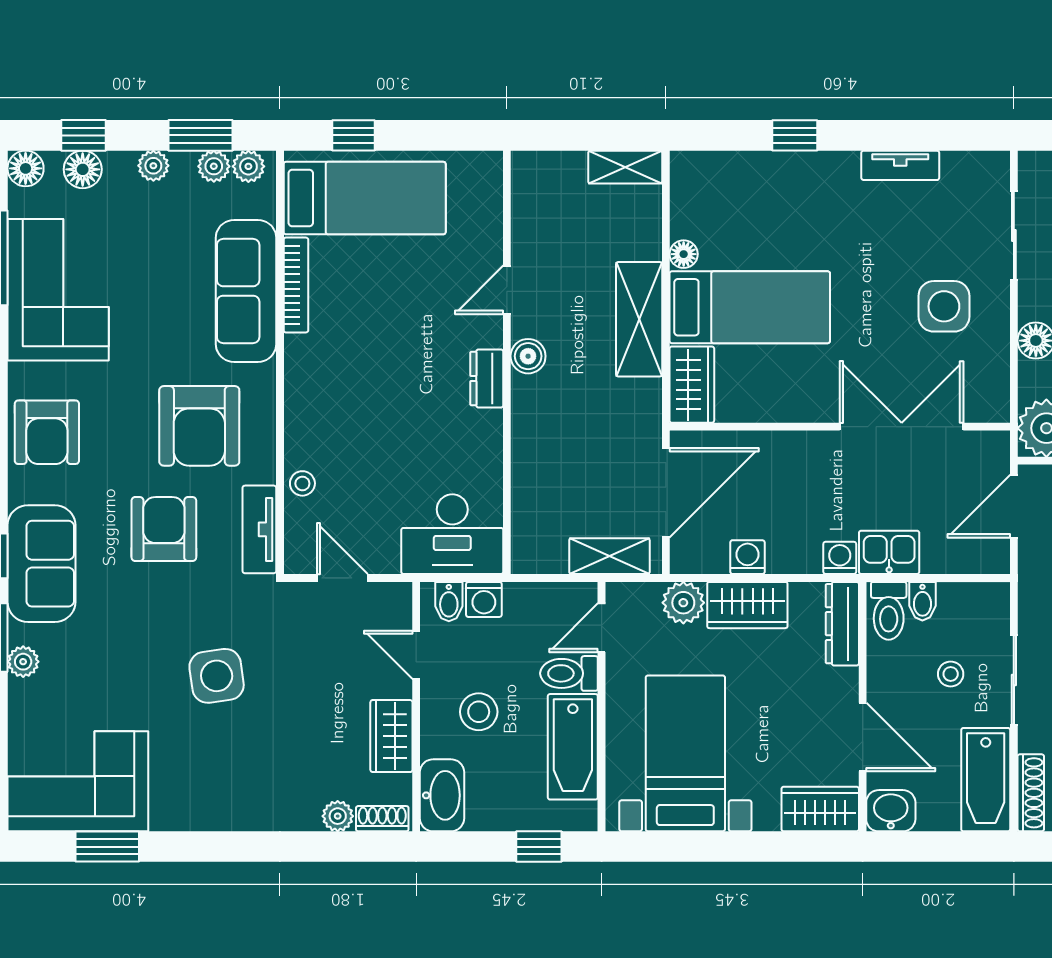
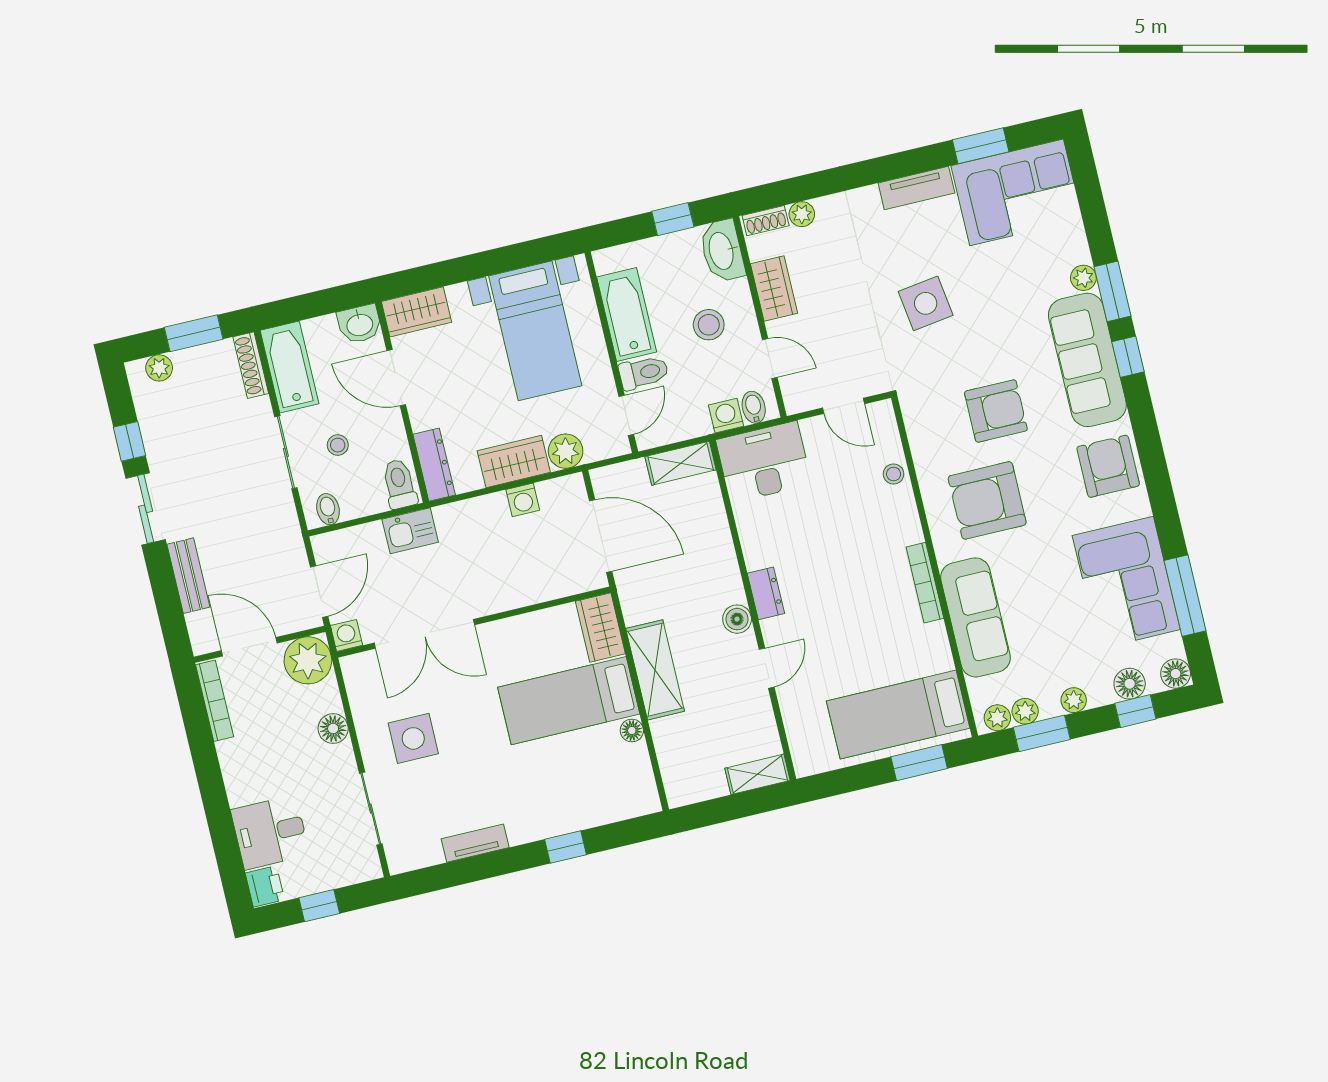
window: (353, 135) -> (919, 763), width x1.50
shelving: (625, 167) -> (757, 774), moved
bookcase: (296, 285) -> (925, 583), moved
armchair: (199, 426) -> (987, 500), turned -90
door: (666, 493) -> (601, 536), swing flipped
armchair: (164, 529) -> (996, 411), turned -90
tv unit: (259, 529) -> (916, 188), moved, turned 90
shelving: (609, 556) -> (681, 463), moved
washing machine: (840, 558) -> (347, 635), moved, turned 180
sofa: (41, 564) -> (1087, 360), width x1.36
bidet: (922, 601) -> (328, 509), moved
window: (539, 847) -> (673, 219), moved

